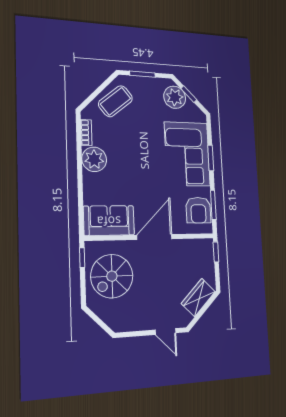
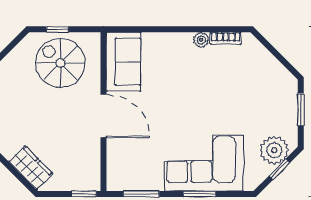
coffee table: (115, 101) -> (265, 75), removed
plant: (94, 159) -> (201, 40), width x0.53, depth x0.53
armchair: (198, 210) -> (135, 174), removed
window: (82, 258) -> (58, 29), moved

